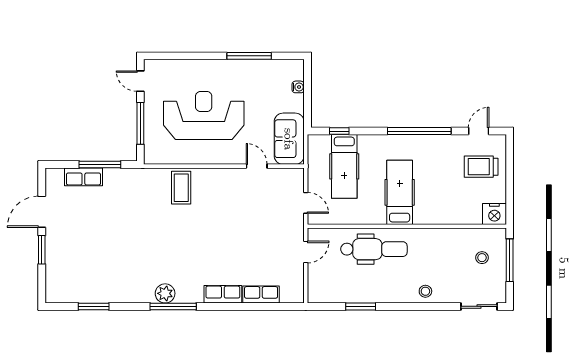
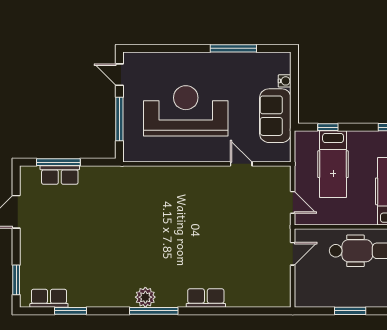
sofa: (289, 139) -> (275, 116), moved
window: (100, 164) -> (58, 162), moved
coffee table: (181, 188) -> (162, 186), removed
window: (42, 250) -> (16, 280), moved
row of seats: (261, 294) -> (49, 298), moved

